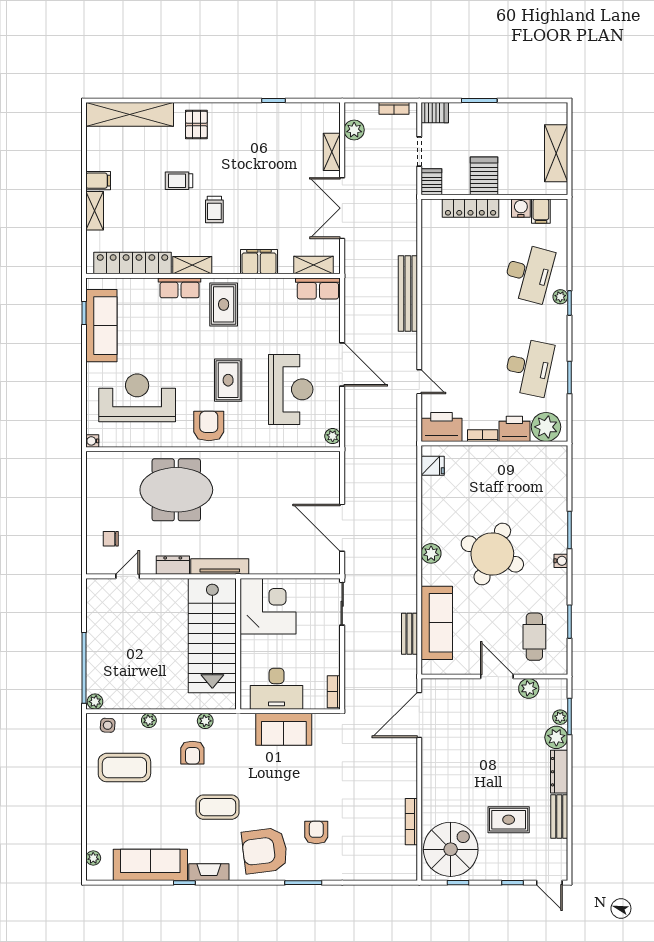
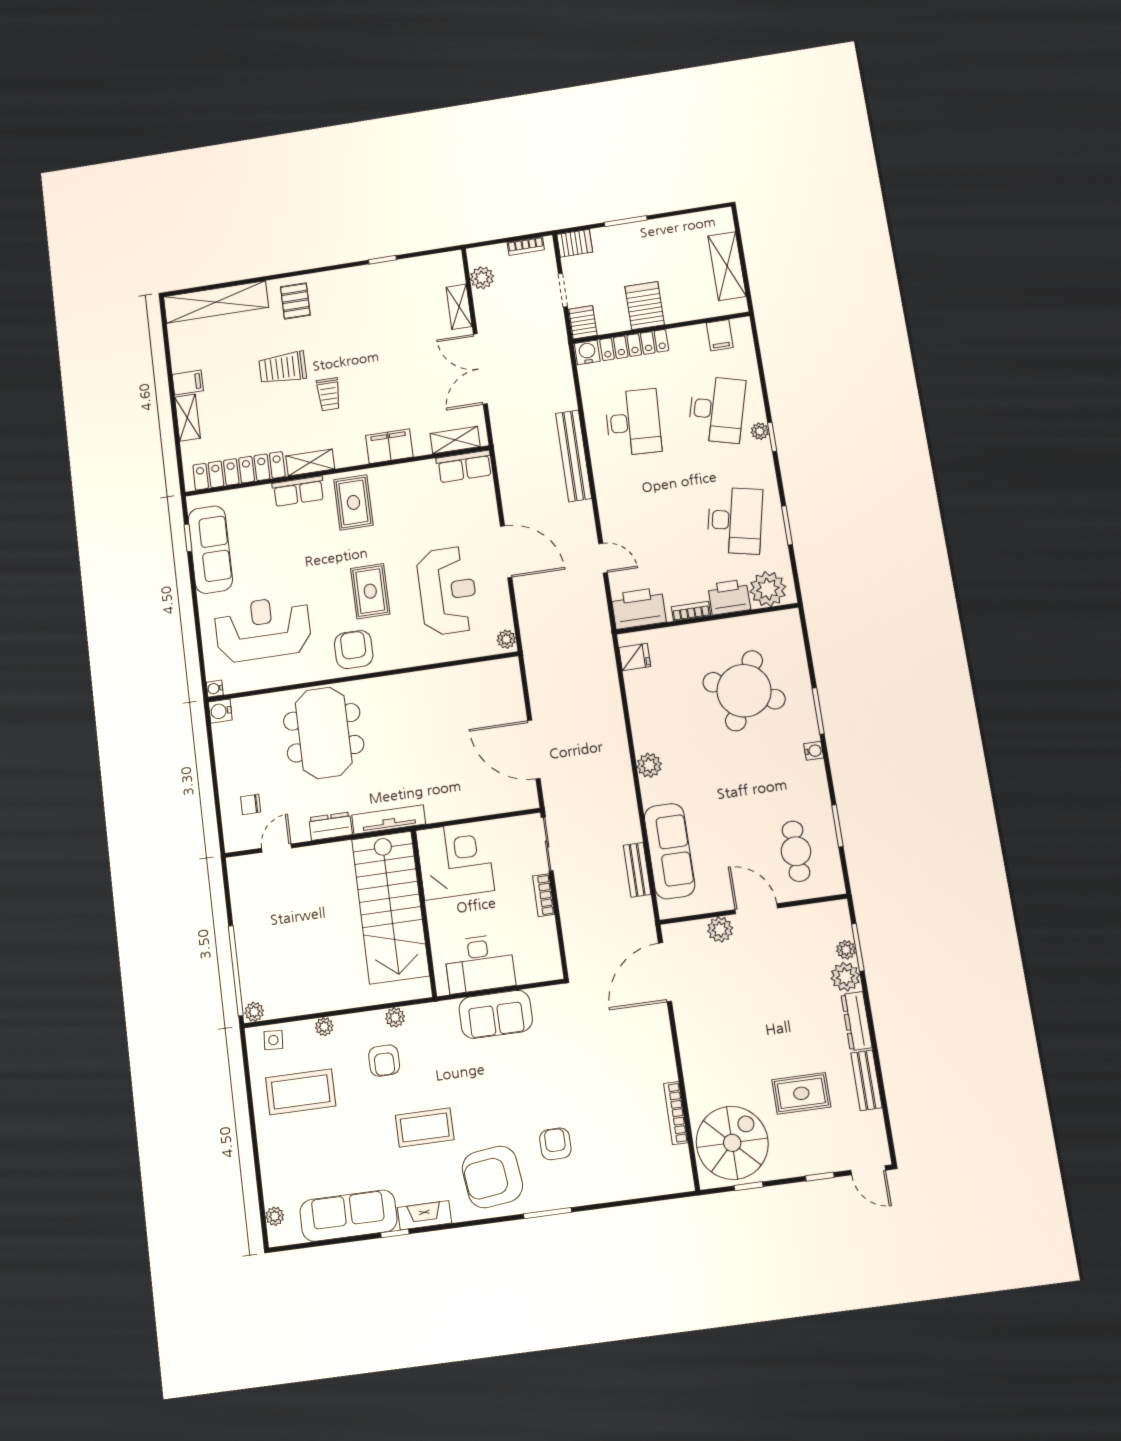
trolley: (179, 181) -> (283, 368), width x1.36, depth x1.39
water cooler: (521, 208) -> (587, 352), moved
desk: (460, 273) -> (633, 422), added
water cooler: (95, 460) -> (220, 711), added
meeting table: (176, 490) -> (324, 733), turned 90
round table: (492, 554) -> (744, 691), moved
plant: (529, 688) -> (720, 929), moved
bookcase: (334, 692) -> (544, 895), moved

